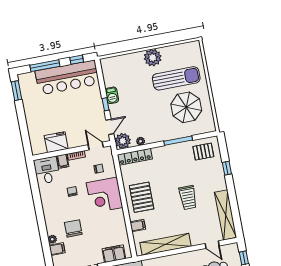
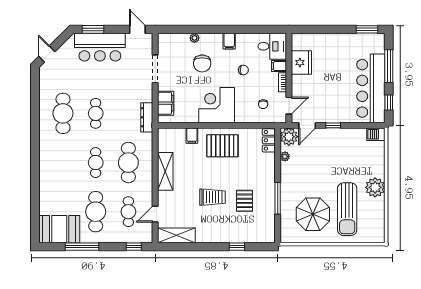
barbecue: (112, 95) -> (376, 134), moved
door: (110, 127) -> (307, 125), hinge flipped
pallet: (203, 152) -> (244, 201), moved
locker: (135, 157) -> (269, 140), width x0.66
corner desk: (104, 195) -> (217, 105), moved
trolley: (188, 197) -> (212, 197), turned 180
shelving: (226, 215) -> (176, 235), width x0.68
chair: (73, 228) -> (202, 63), turned 90
shelving: (165, 244) -> (165, 171), width x0.68
filing cabinet: (57, 249) -> (229, 41), moved

